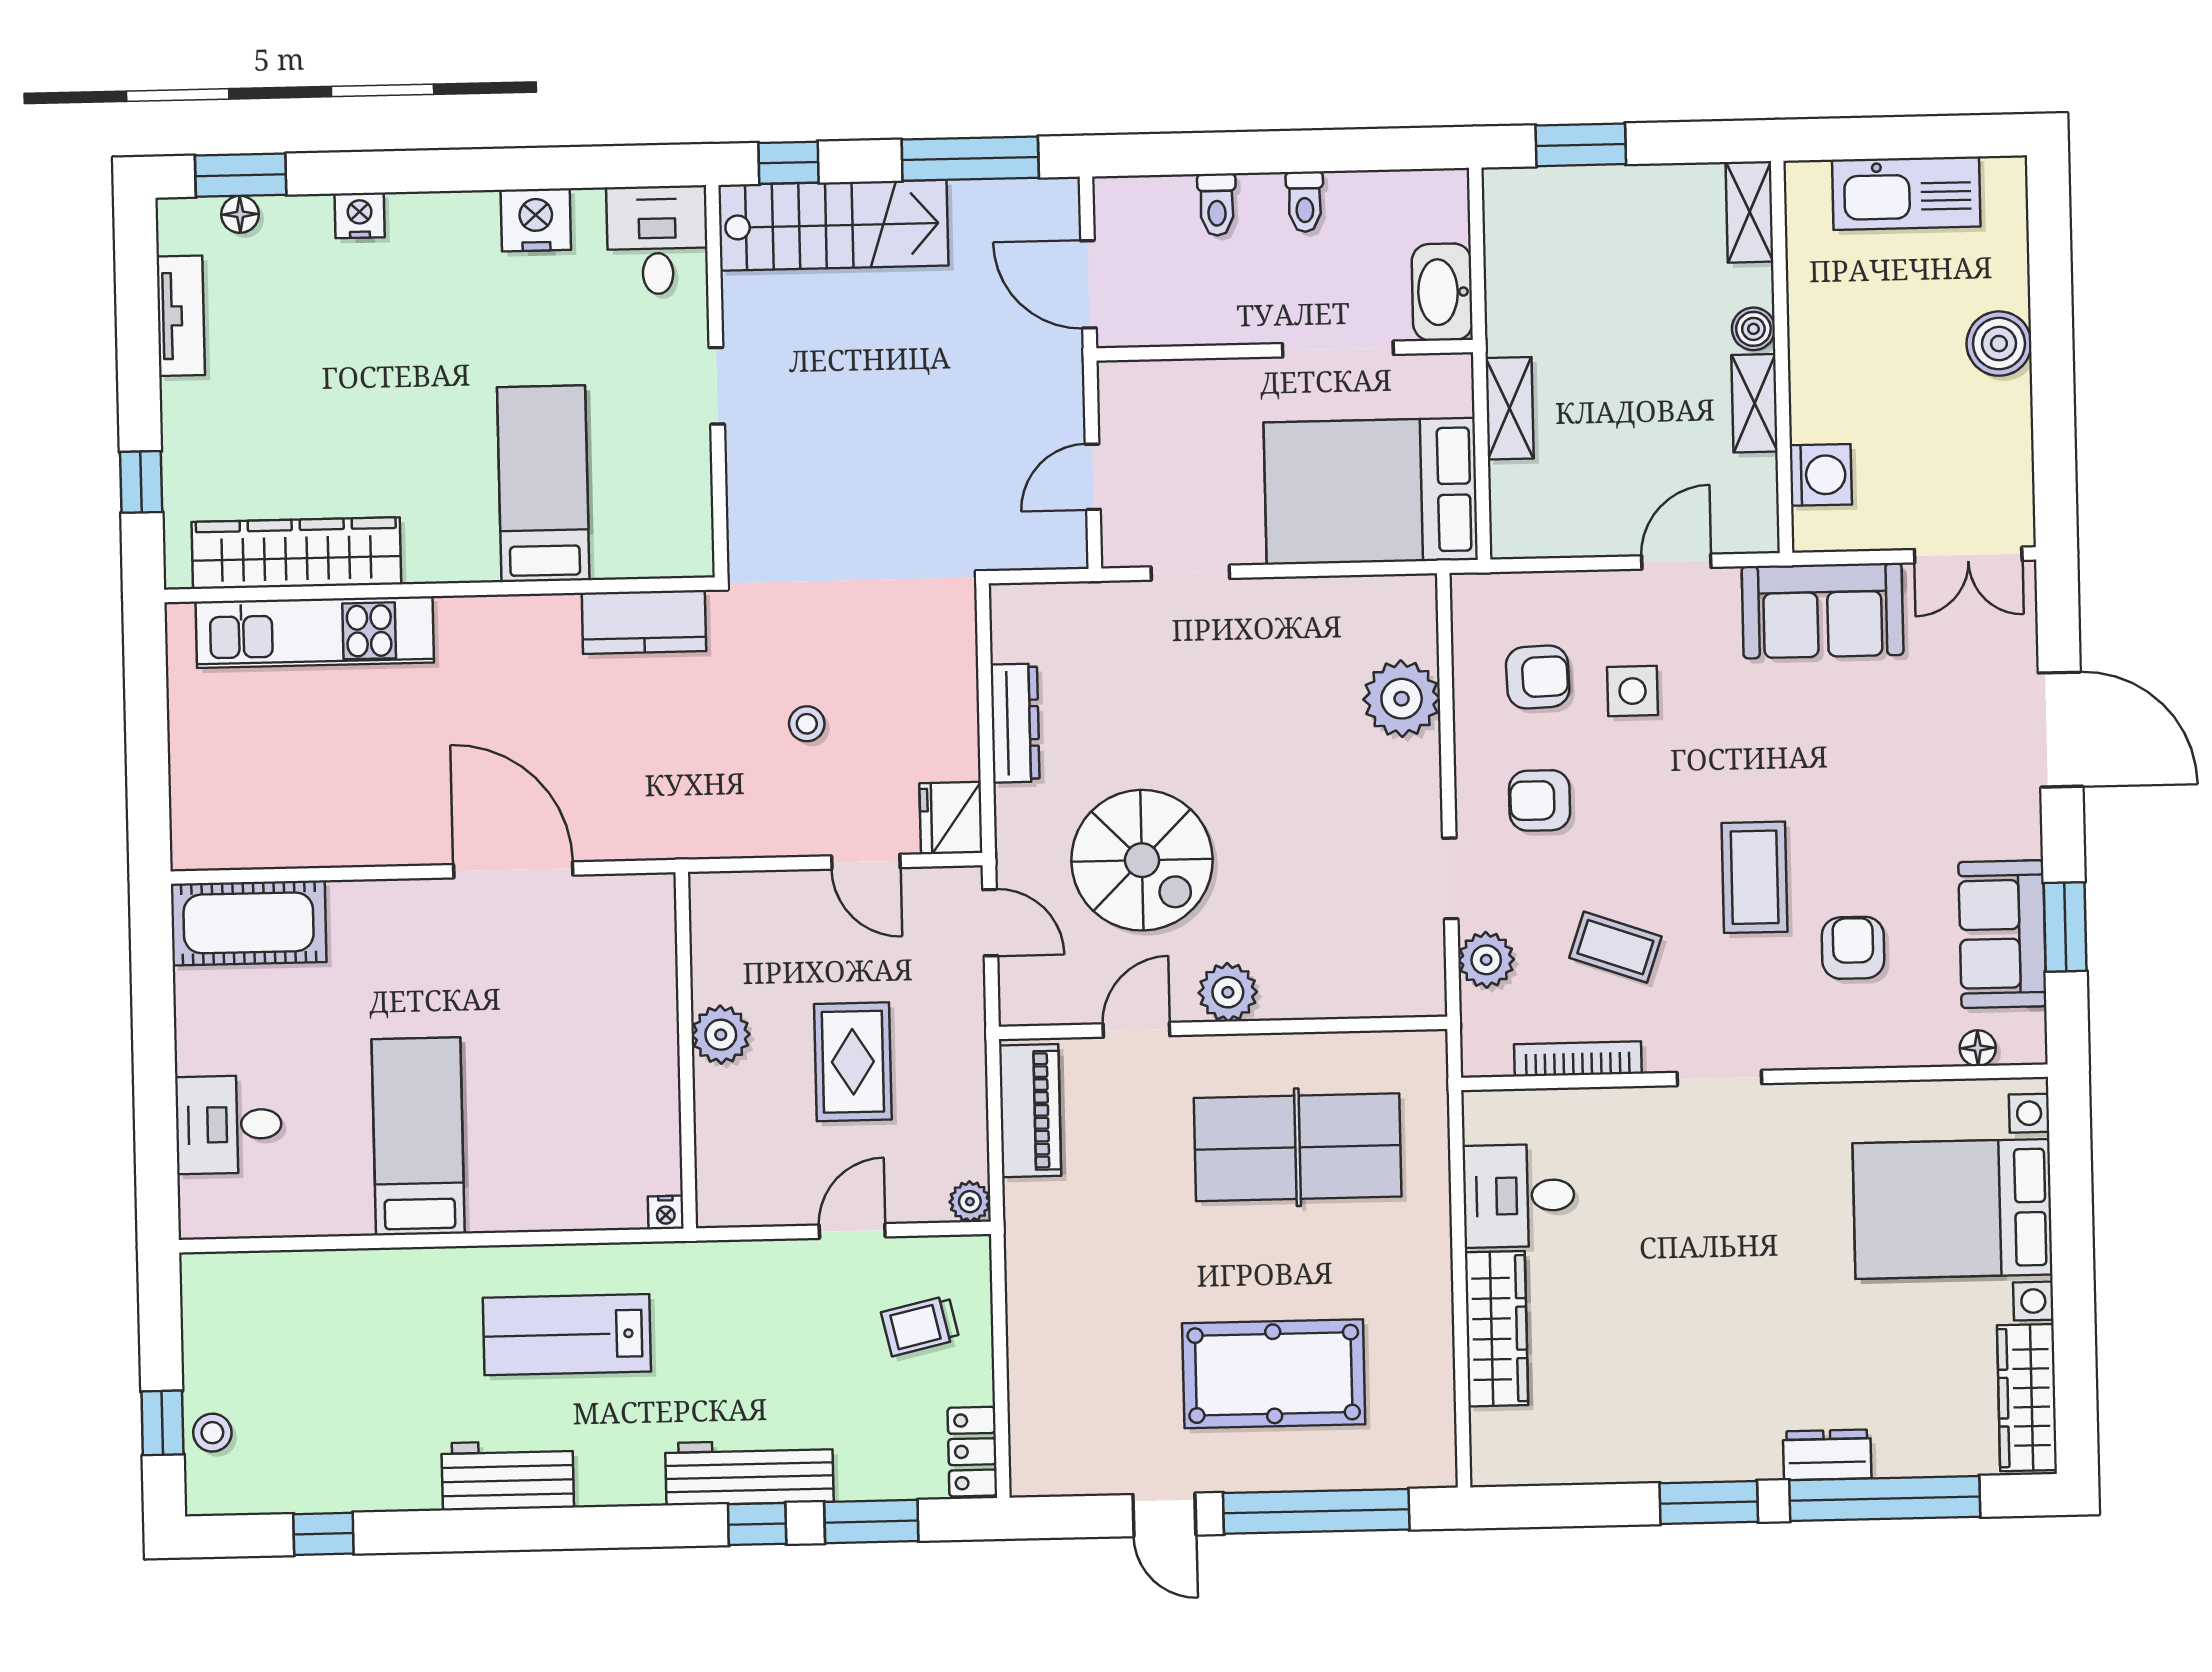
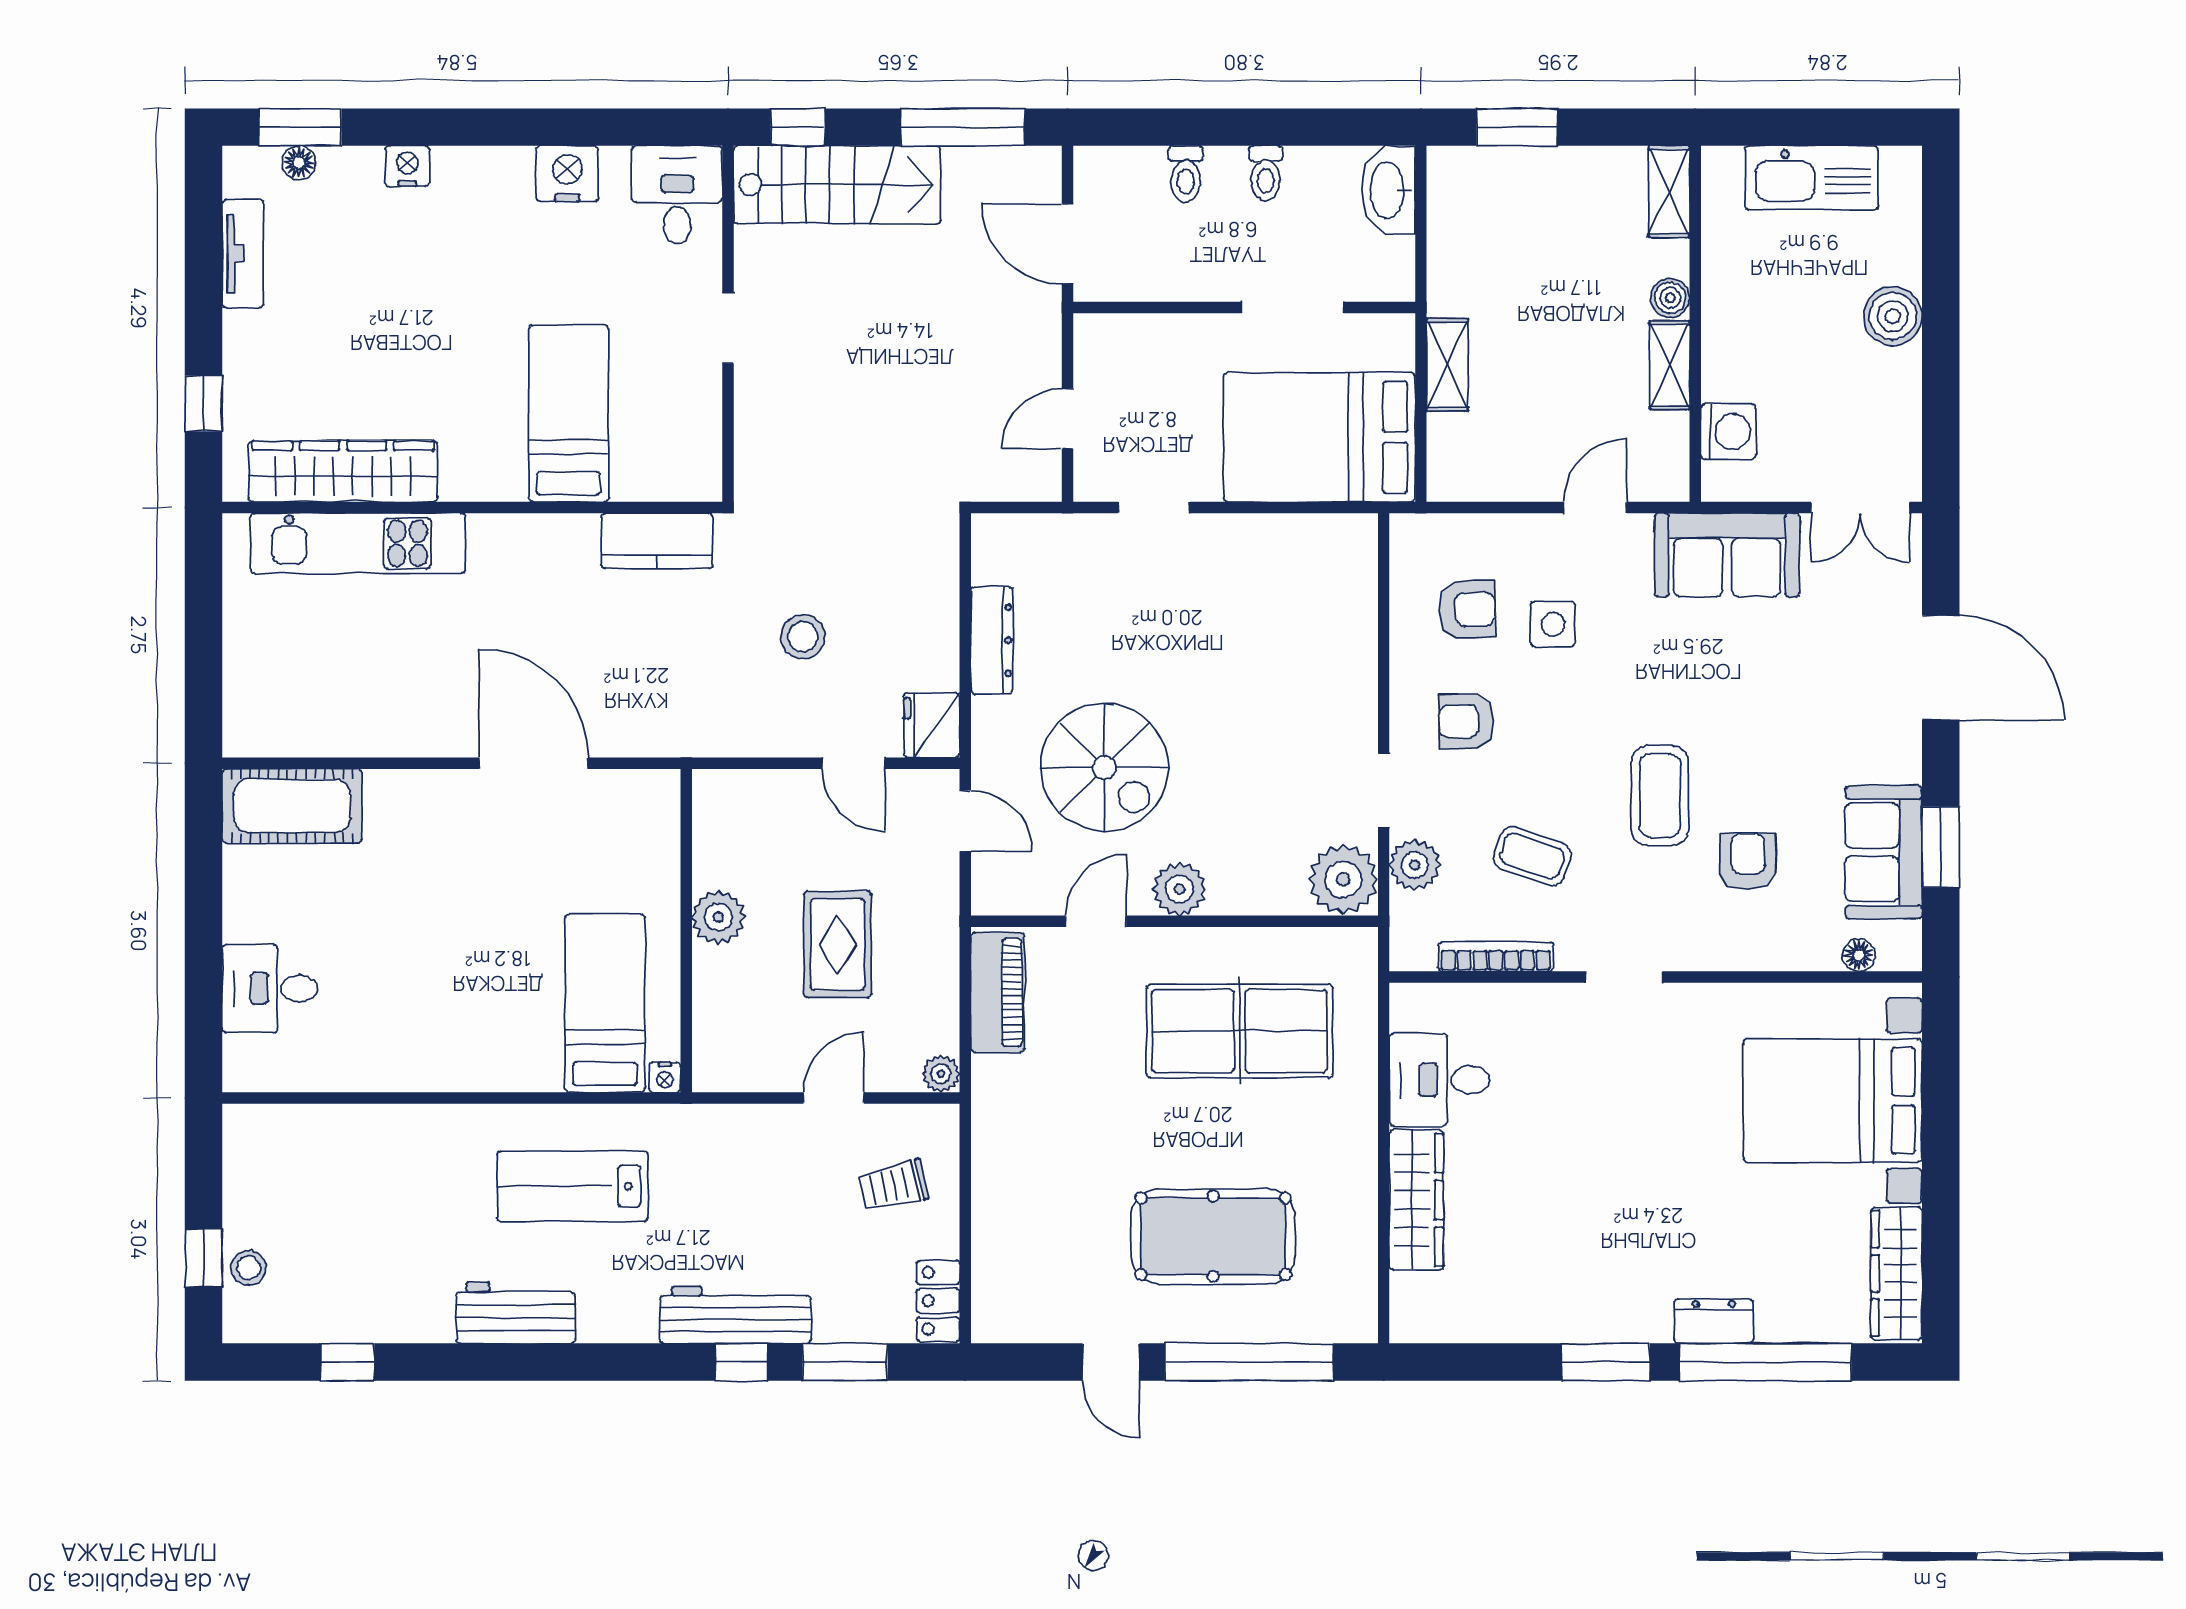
washbasin: (1442, 292) -> (1388, 190), moved
plant: (1402, 699) -> (1343, 879), moved
stool: (807, 724) -> (803, 637), width x1.37, depth x1.37
bed: (418, 1136) -> (605, 1003), moved

